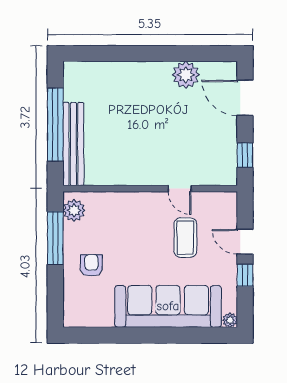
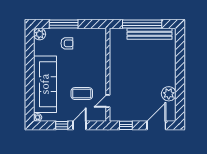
bench: (73, 144) -> (150, 34), moved
door: (180, 189) -> (108, 101), moved
plant: (74, 210) -> (40, 34), moved
window: (55, 238) -> (64, 24), moved

